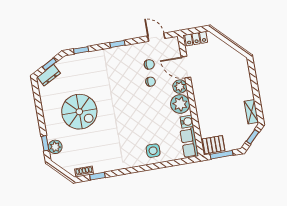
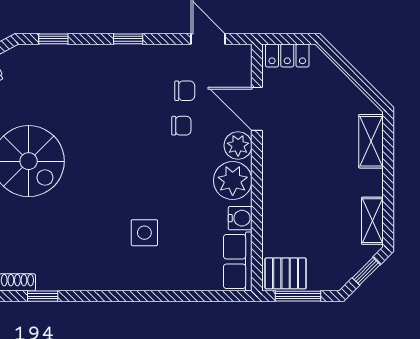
shelving: (244, 73) -> (371, 141), added
side table: (153, 151) -> (144, 233), moved

